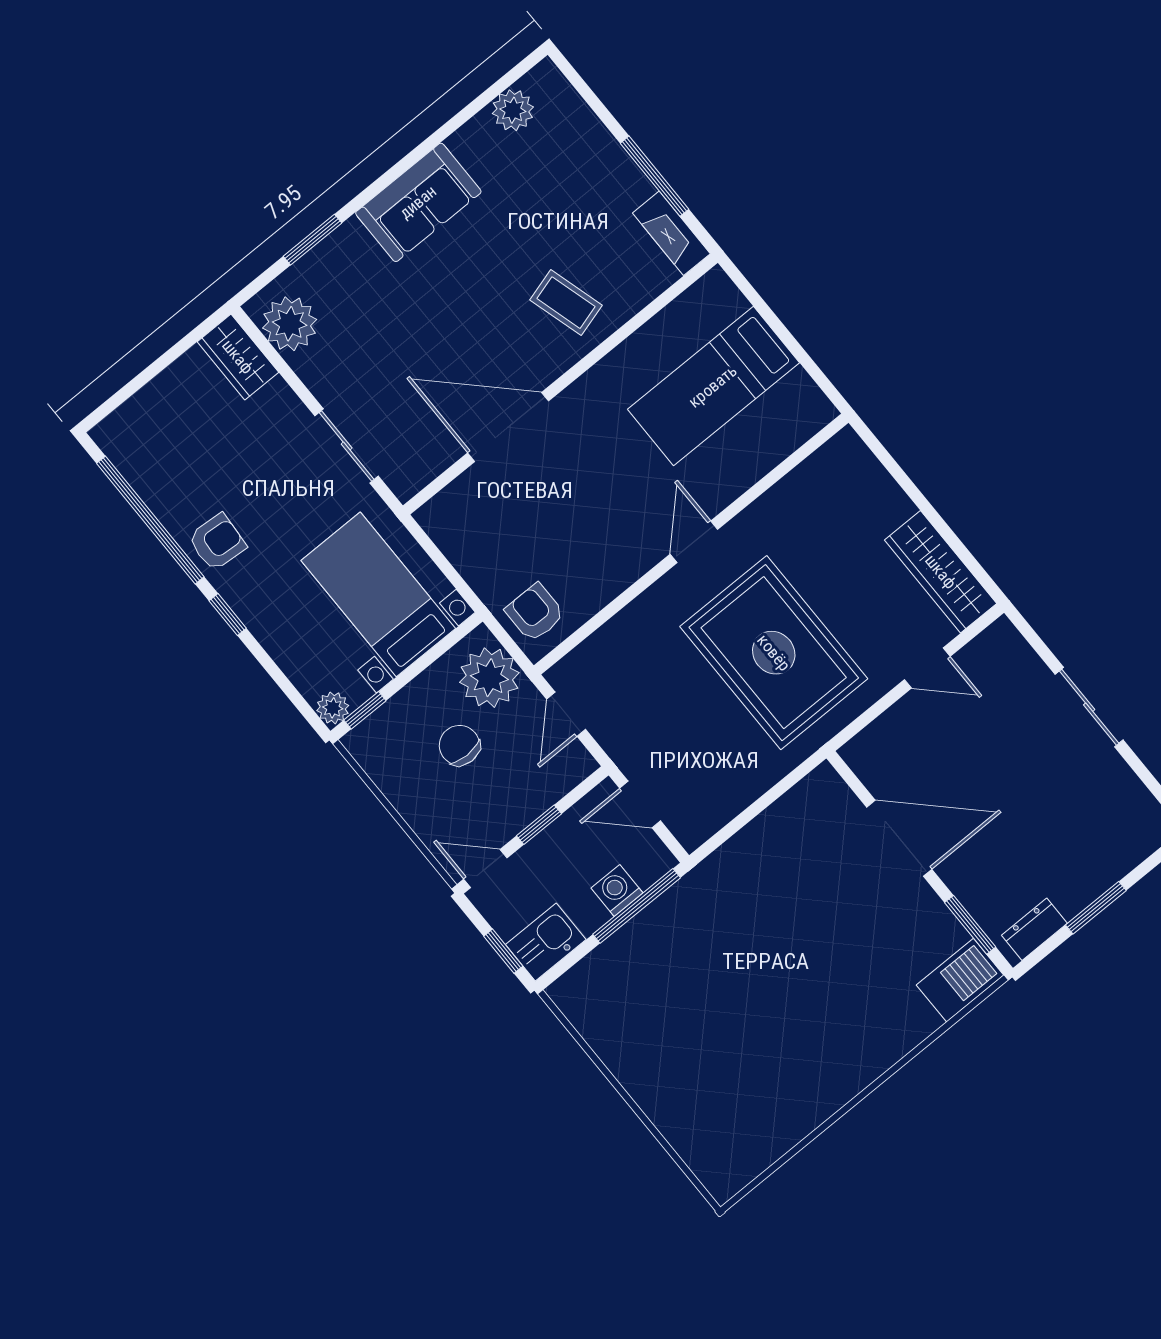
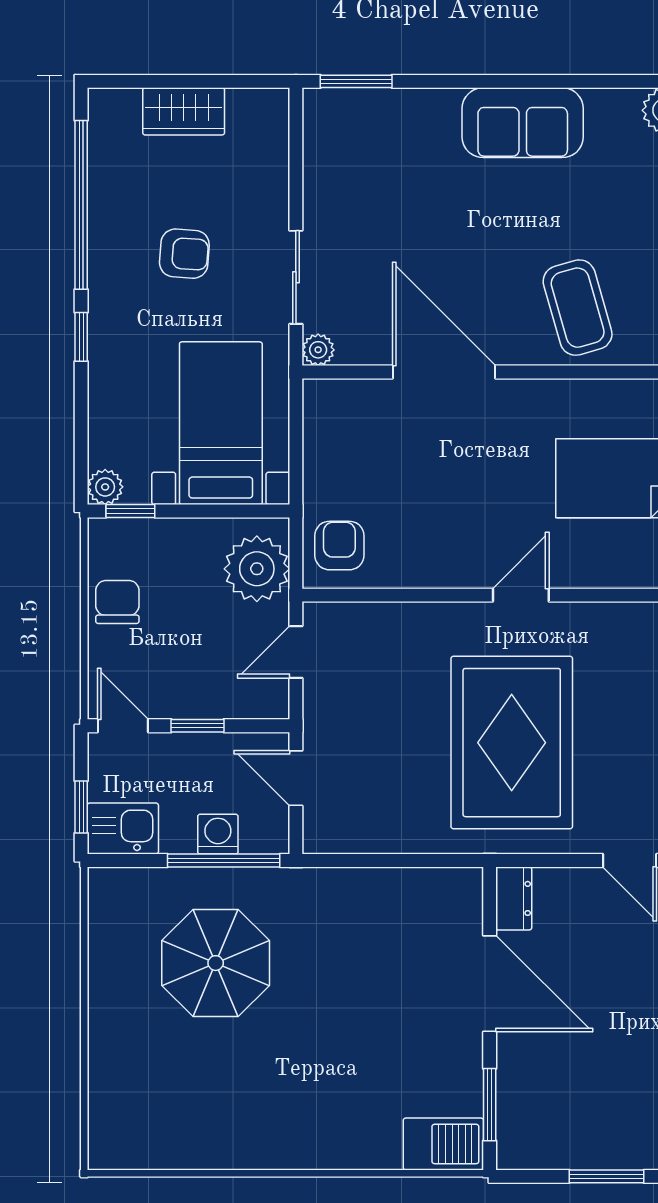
window: (312, 240) -> (356, 81), moved
coffee table: (566, 303) -> (578, 308), width x1.36, depth x1.30
plant: (290, 324) -> (318, 350), moved, width x0.53, depth x0.53
wardrobe: (238, 357) -> (184, 111), moved, turned -90
armchair: (217, 542) -> (184, 254), moved
chair: (459, 745) -> (117, 602), moved
dresser: (1034, 929) -> (514, 898), moved, turned 90
parasol: (691, 984) -> (216, 963), added

